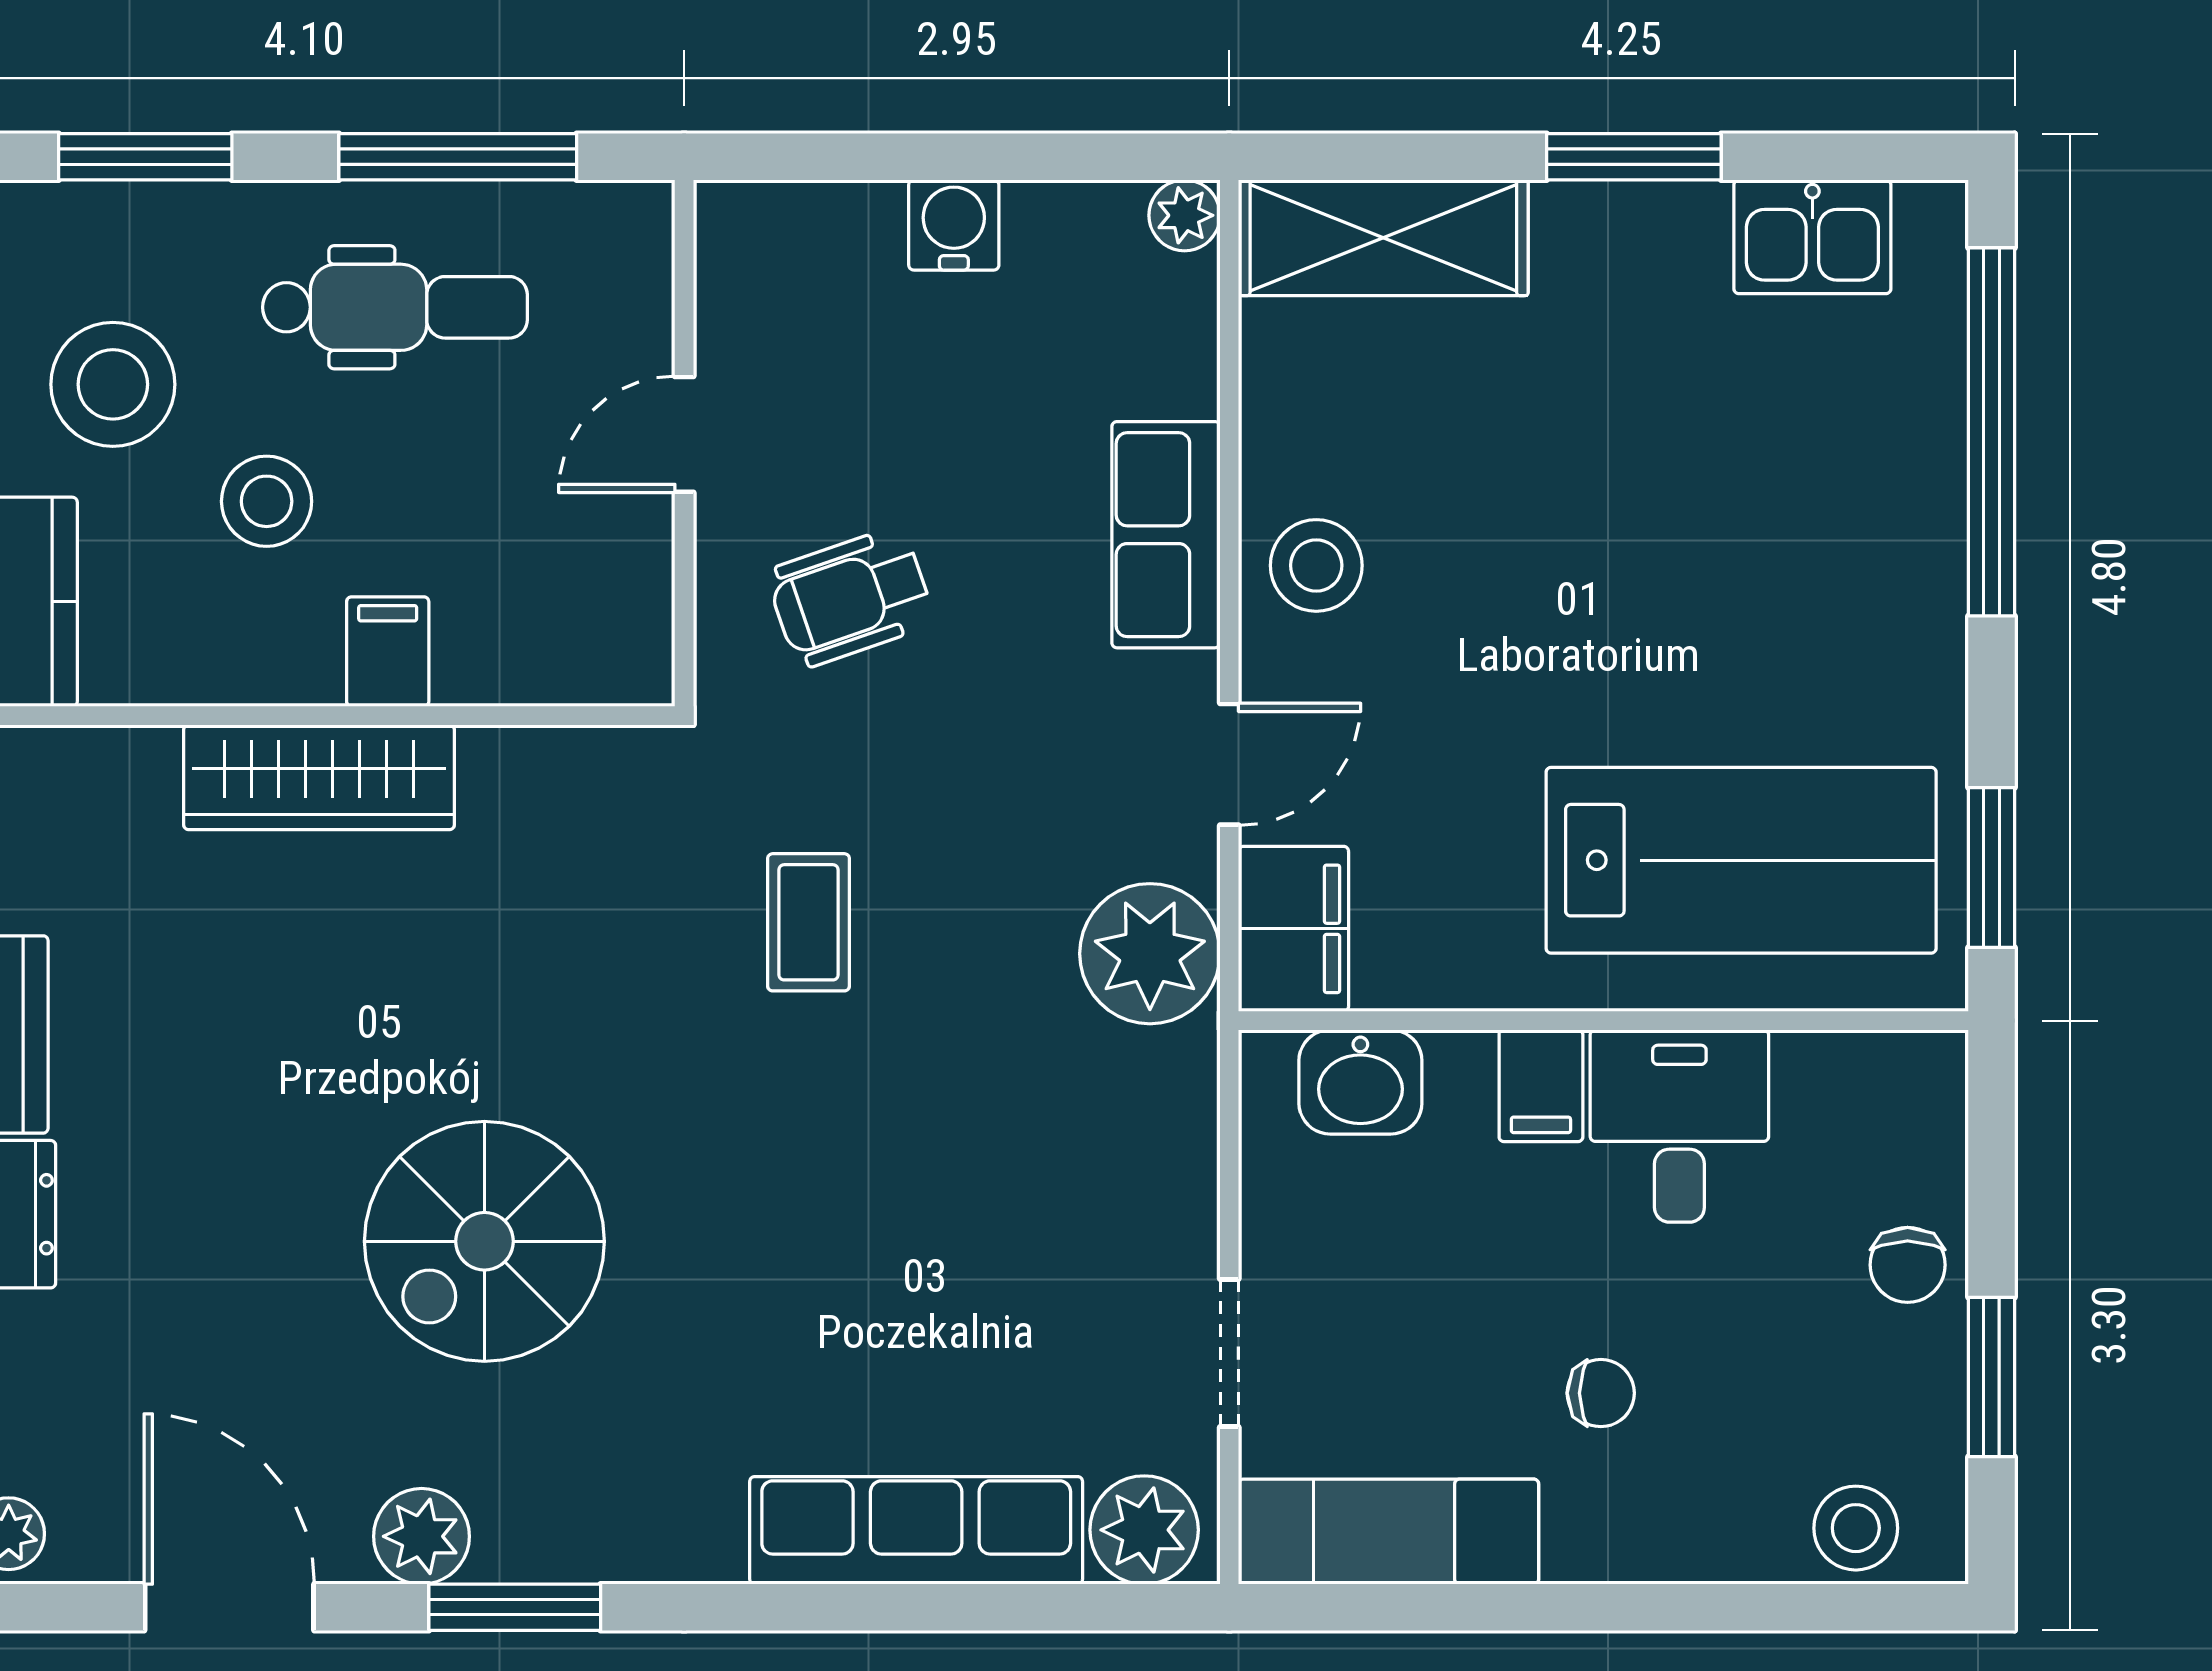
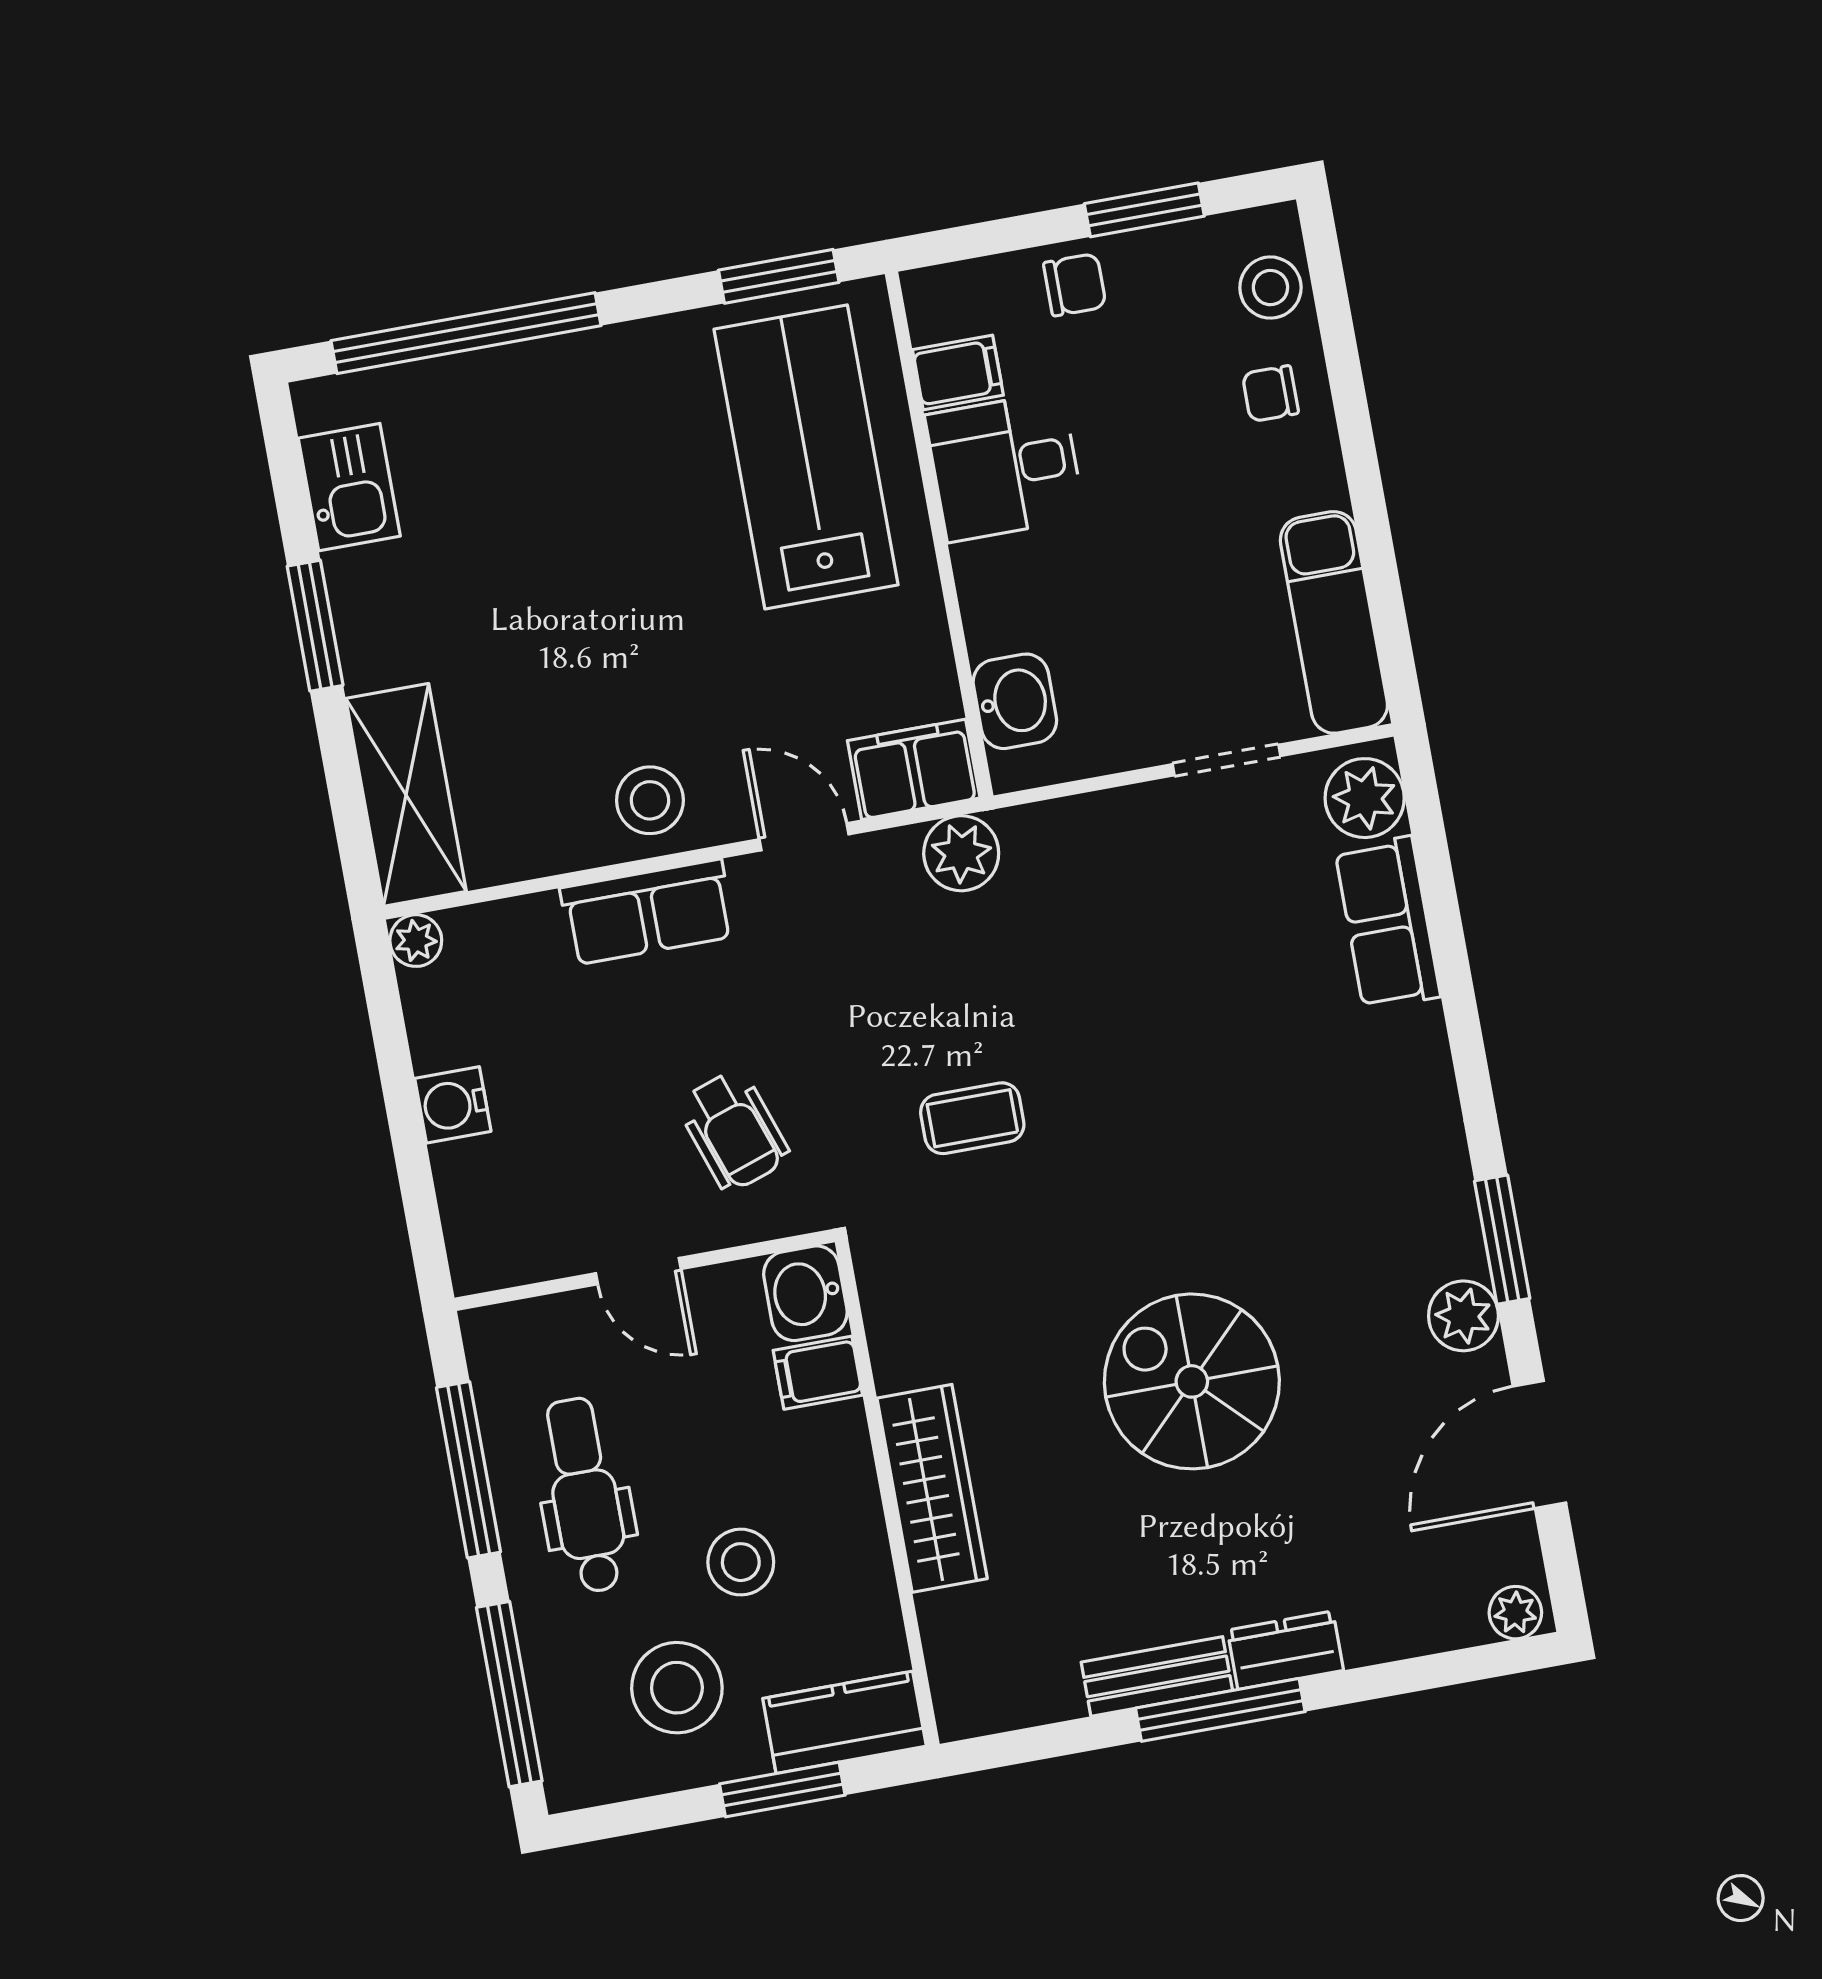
window: (145, 157) -> (509, 1694), width x1.44
filing cabinet: (388, 652) -> (818, 1373), moved
washbasin: (613, 654) -> (805, 1293), added
plant: (1150, 954) -> (961, 853), width x0.73, depth x0.73
filing cabinet: (1541, 1086) -> (958, 372), moved
spiral stairs: (484, 1241) -> (1192, 1381), moved, turned 180
chair: (1601, 1393) -> (1270, 394), moved, turned -90
row of seats: (916, 1530) -> (1388, 923), width x0.68

